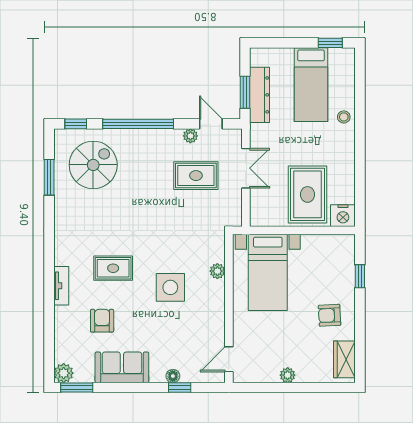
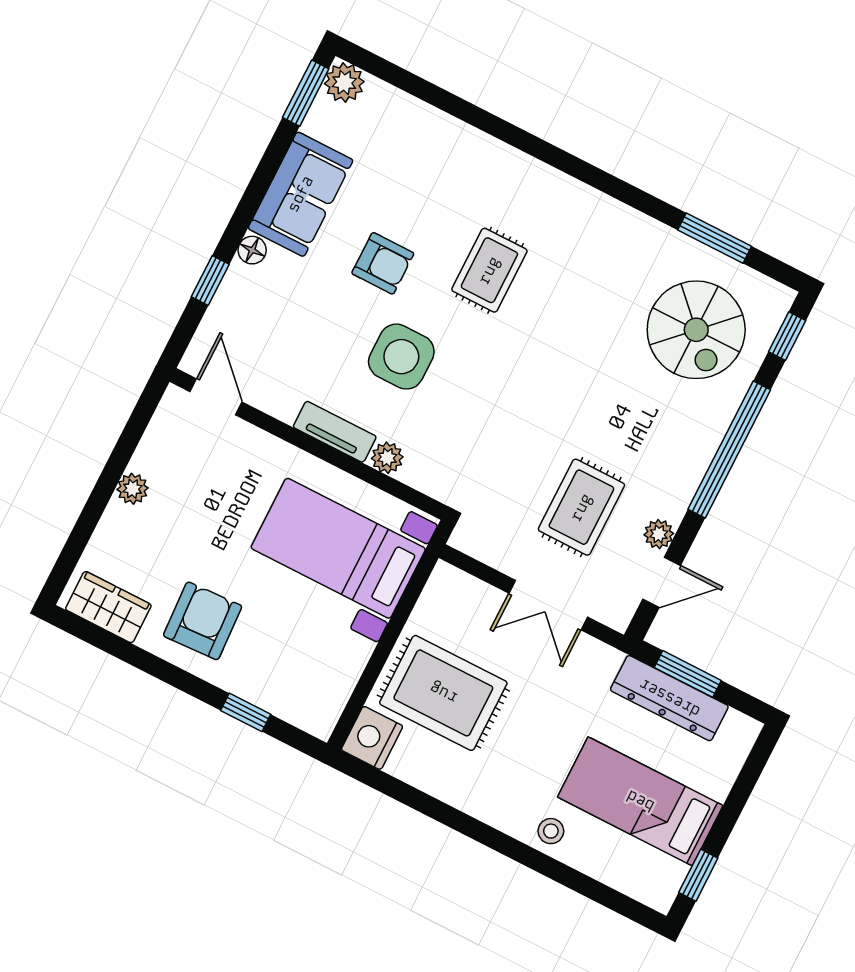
tv unit: (61, 286) -> (335, 432), moved, turned 180
armchair: (330, 315) -> (203, 621), width x1.38, depth x1.38
armchair: (102, 321) -> (383, 263), moved
floor lamp: (173, 376) -> (252, 250), moved

